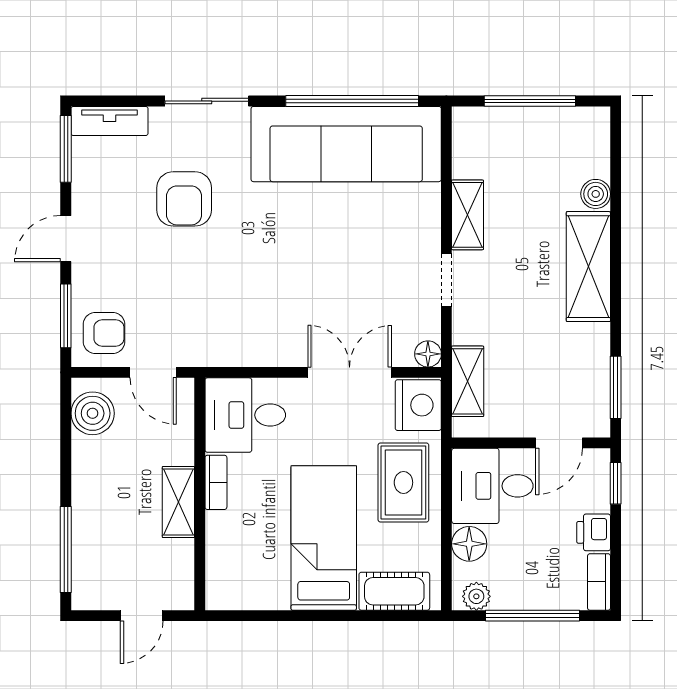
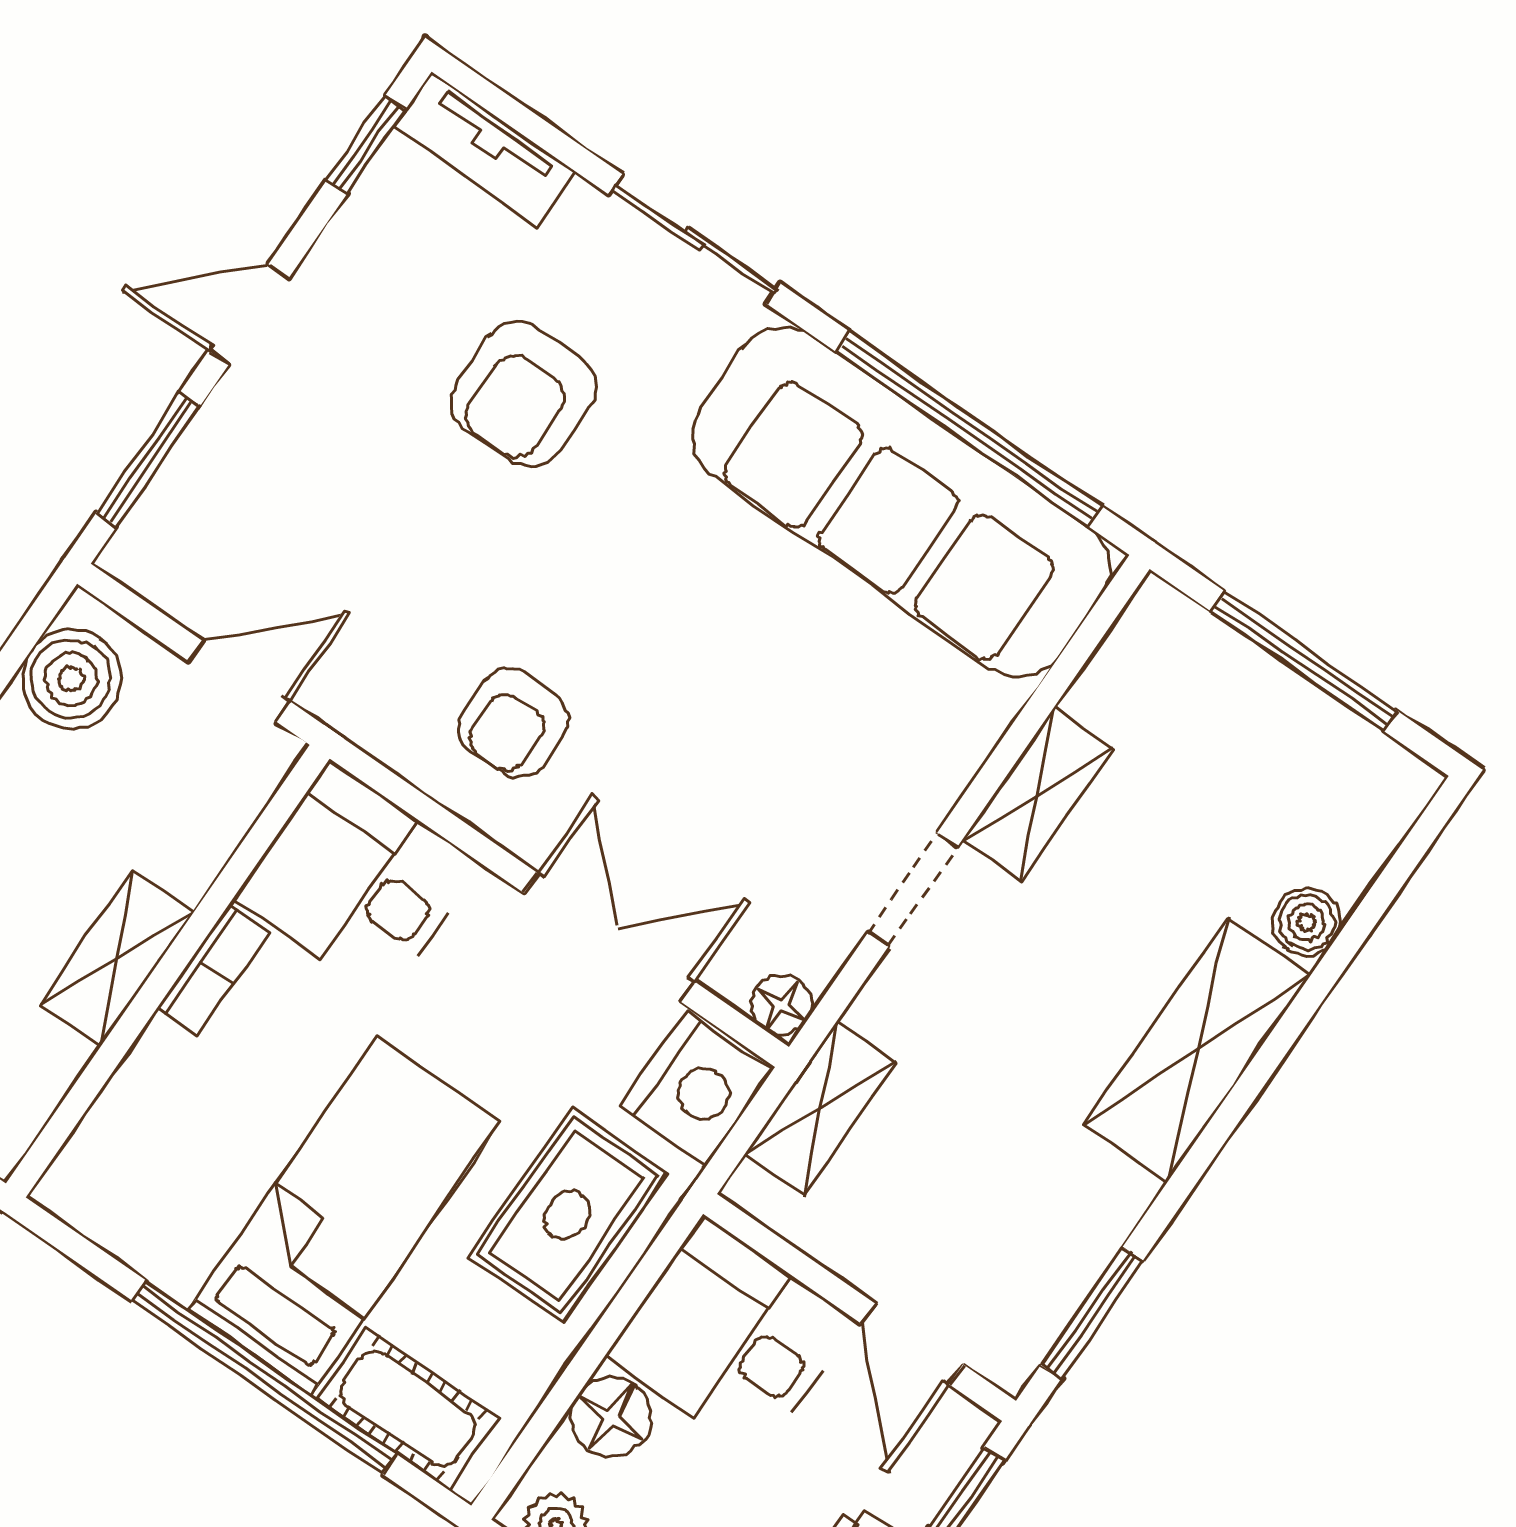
window: (66, 149) -> (366, 145), width x0.67
armchair: (104, 333) -> (513, 723), moved, turned 90
door: (153, 372) -> (239, 681), swing flipped
door: (559, 443) -> (912, 1344), hinge flipped
window: (335, 616) -> (265, 1377), added

